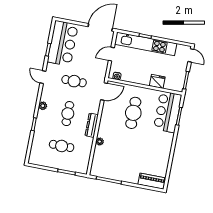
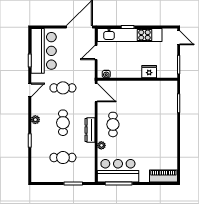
door: (43, 77) -> (30, 90), swing flipped
door: (104, 92) -> (96, 93), hinge flipped
bar counter: (168, 112) -> (118, 171), moved, turned 90
cafe table: (133, 113) -> (113, 124), moved, width x0.73, depth x0.74

